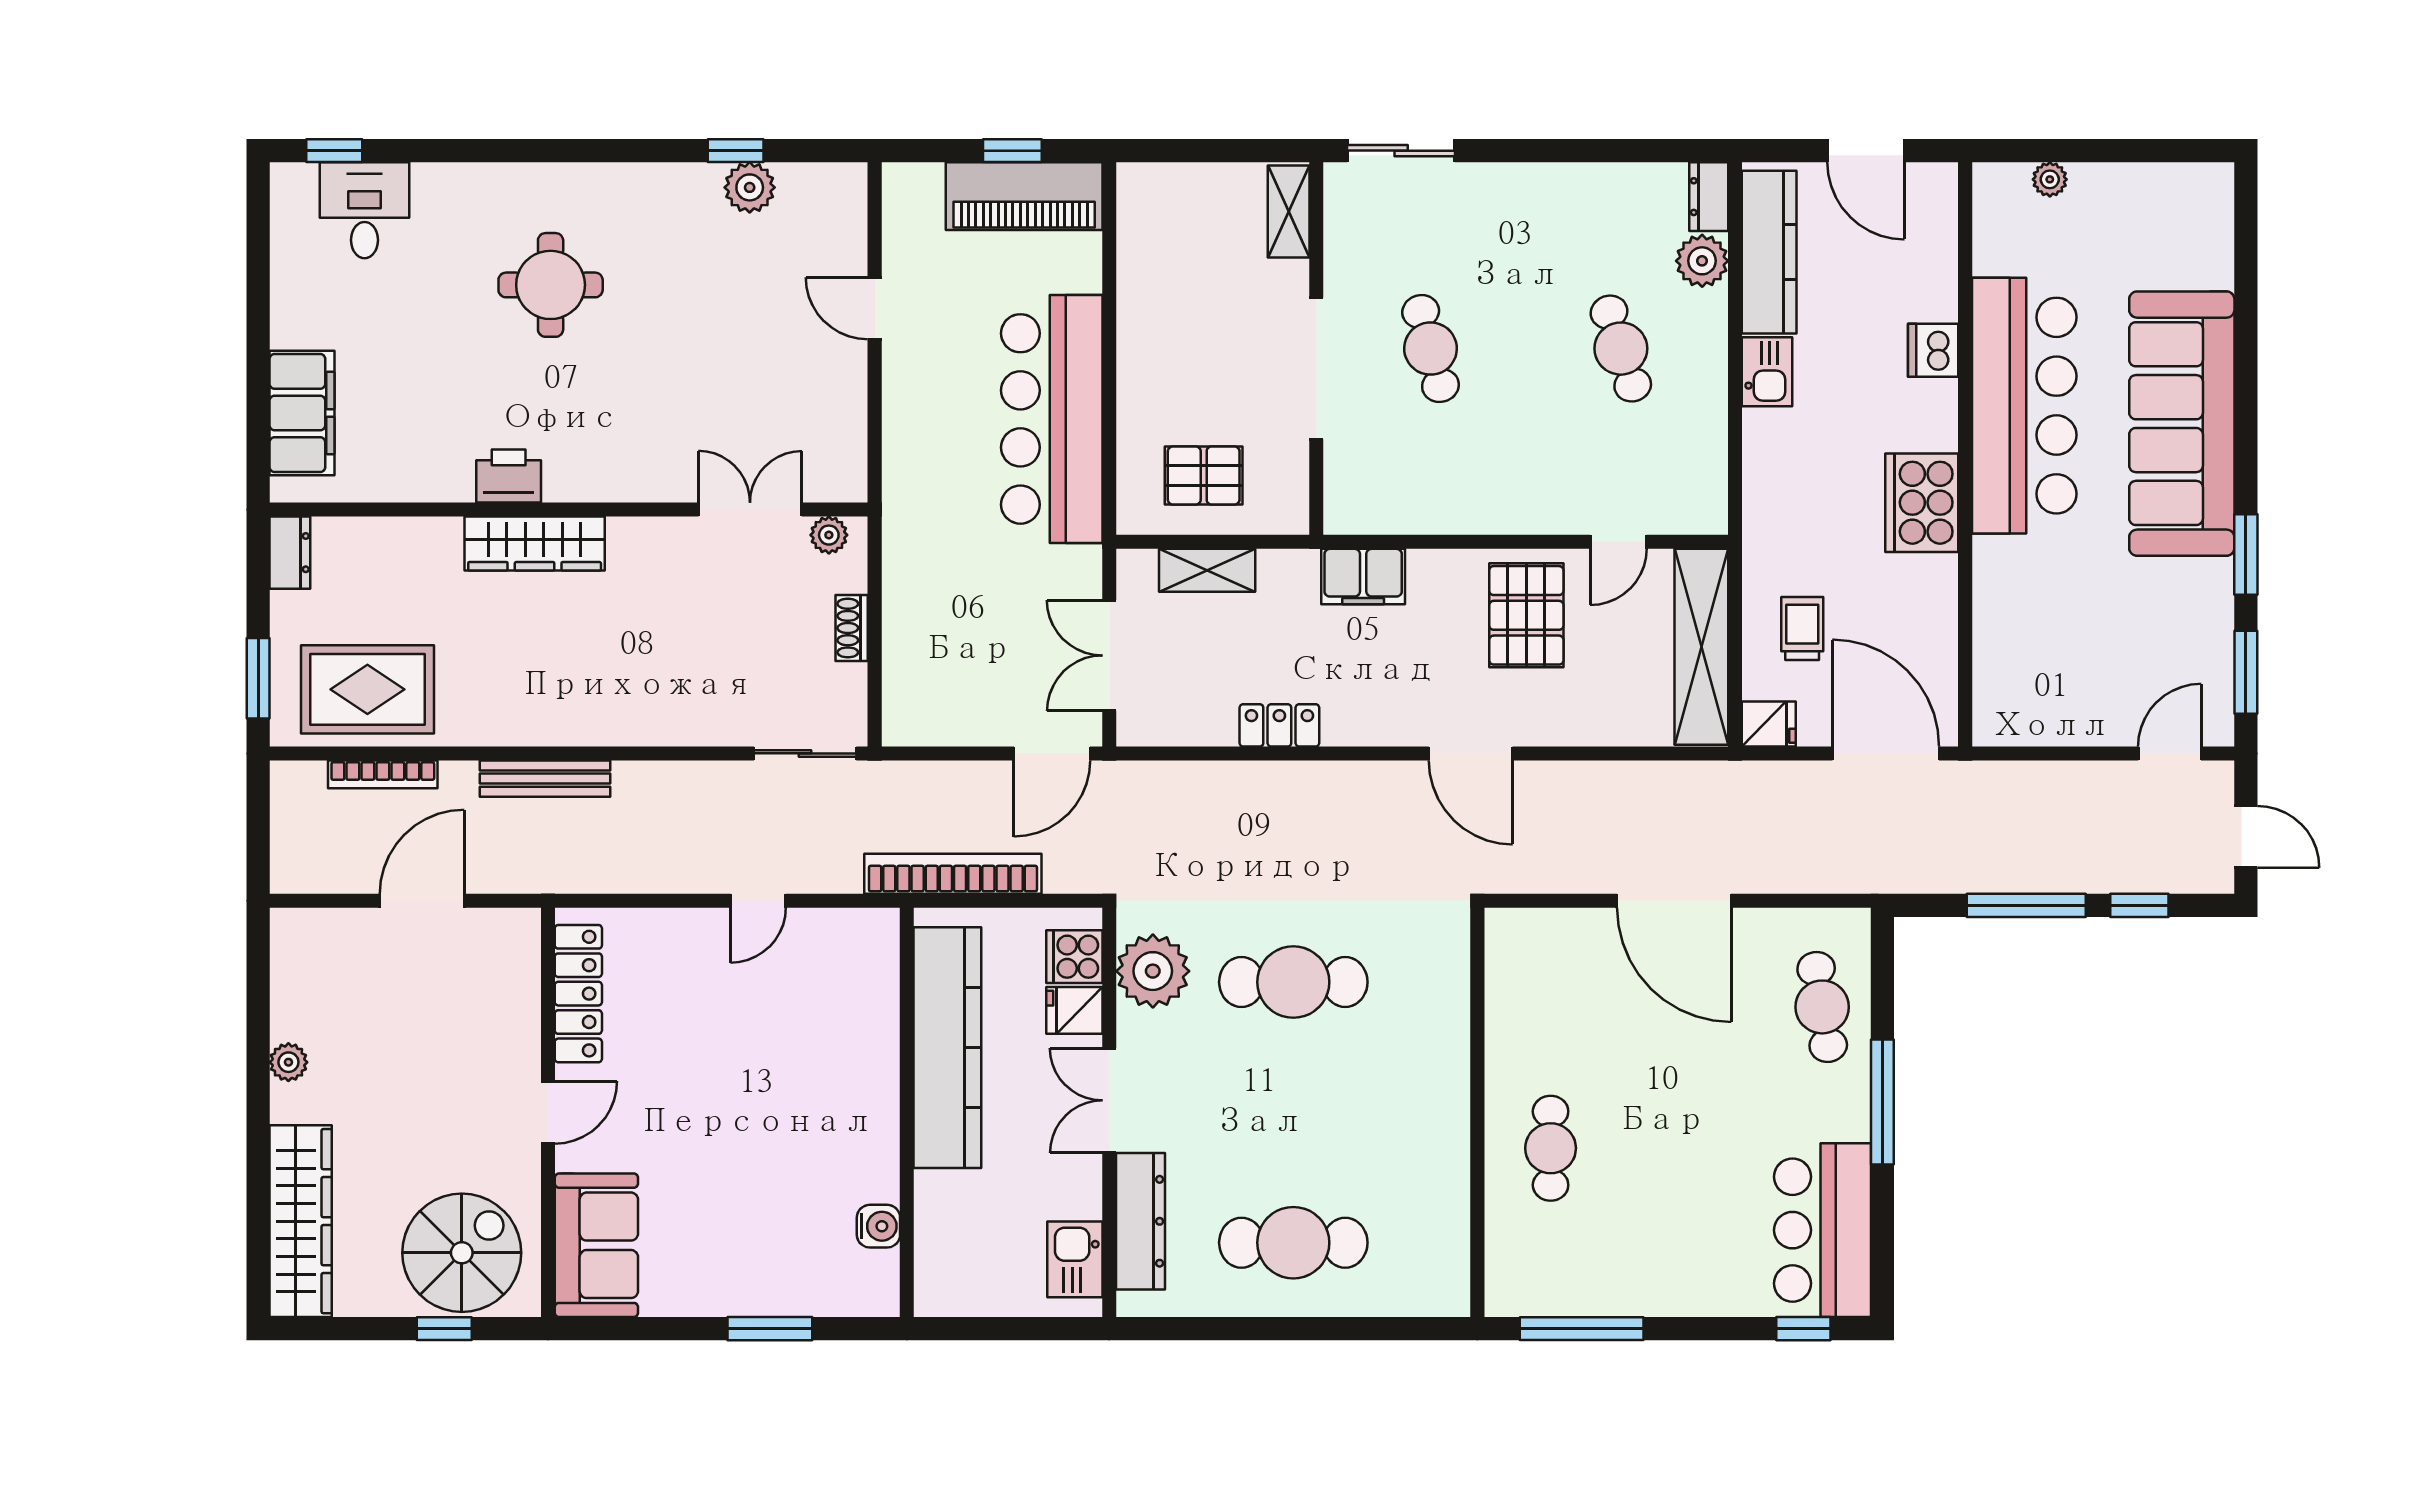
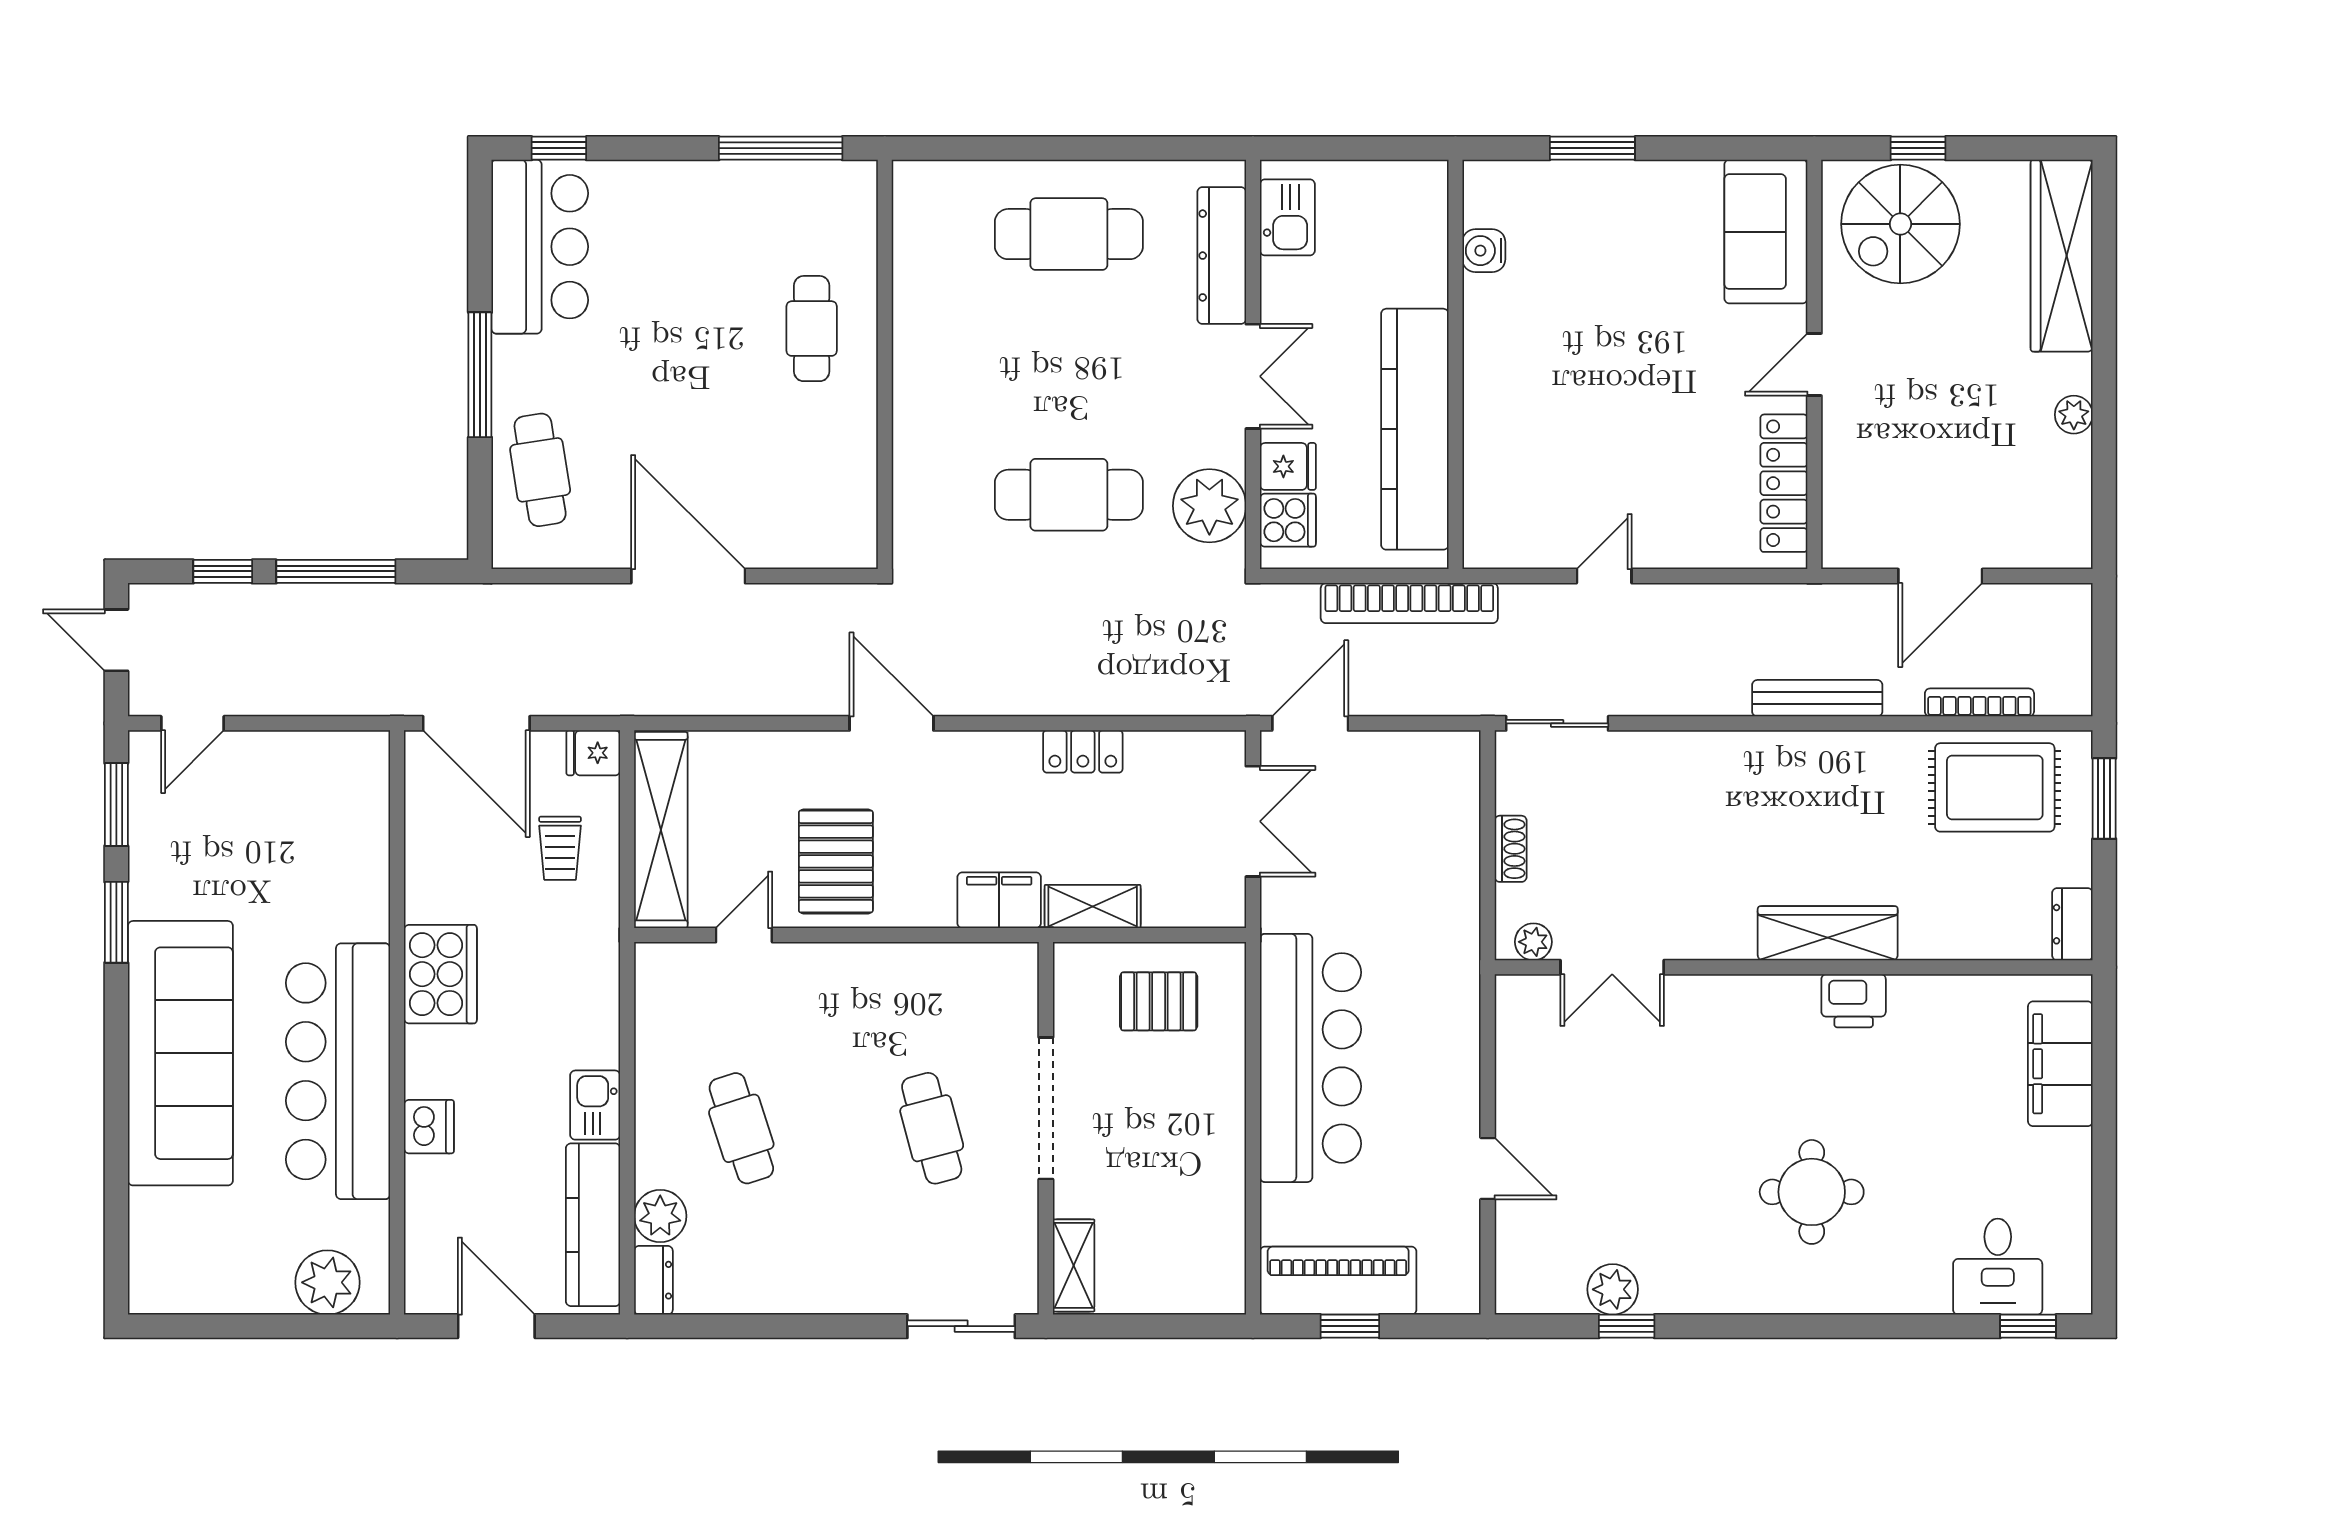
plant: (2050, 179) -> (327, 1282), width x1.88, depth x1.88
shelving: (1207, 570) -> (1093, 907), moved

